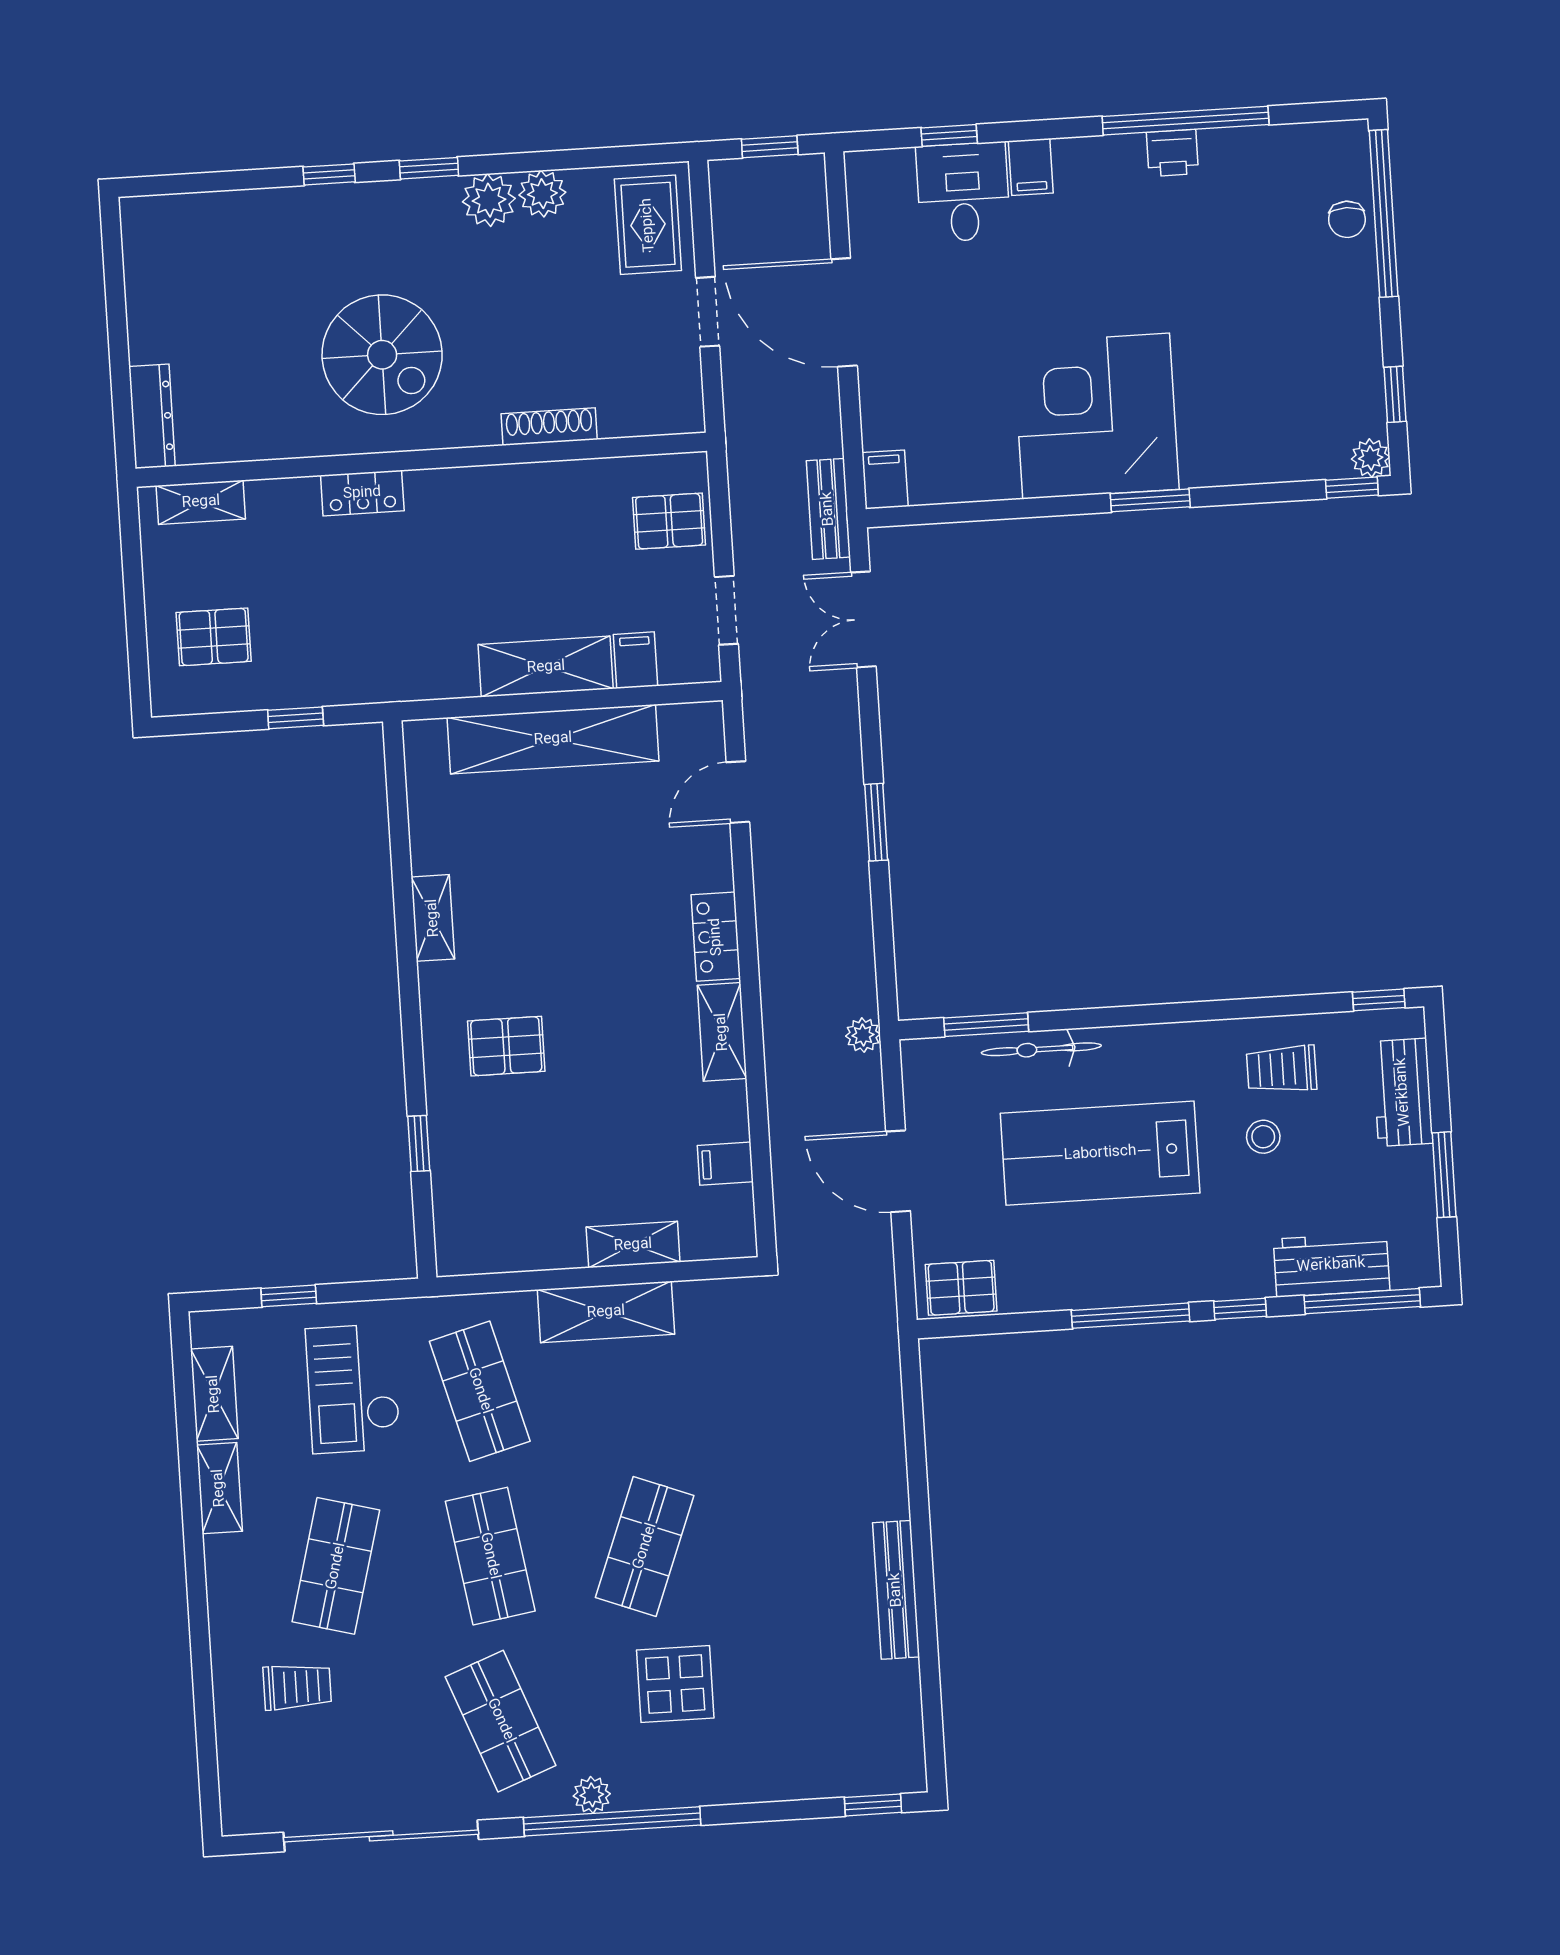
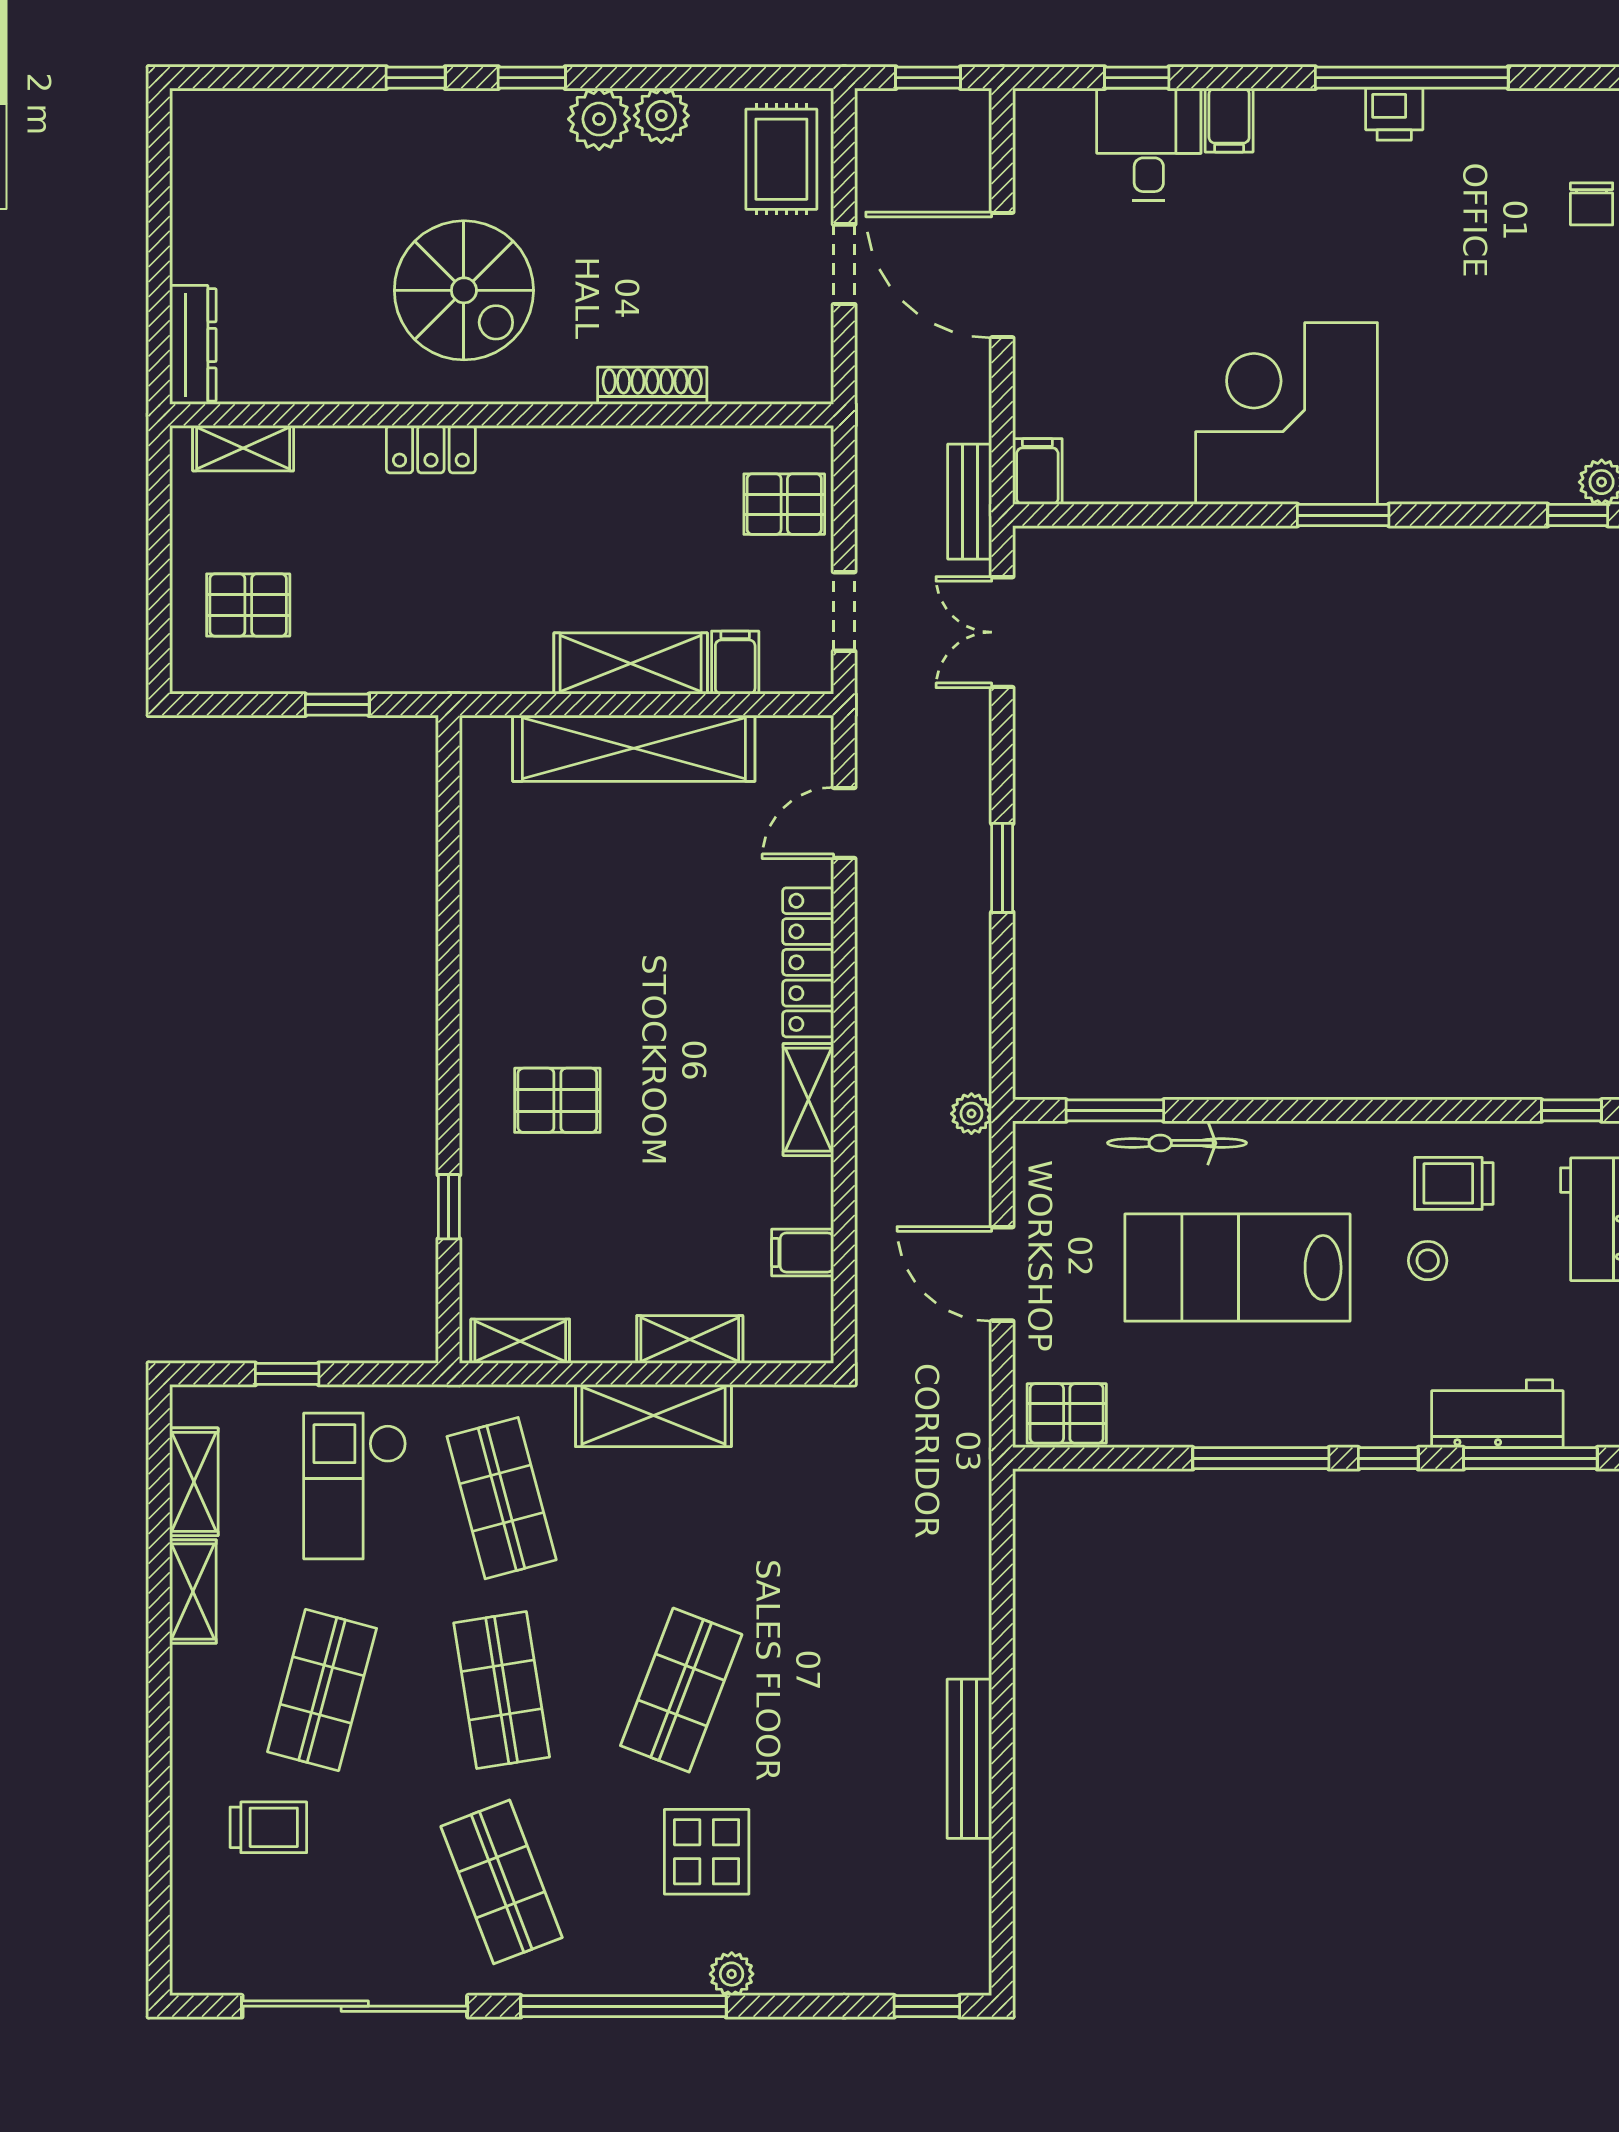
shelving: (433, 918) -> (520, 1341), moved, turned 90
locker: (716, 937) -> (808, 962), width x1.53
plant: (592, 1795) -> (732, 1974), moved

